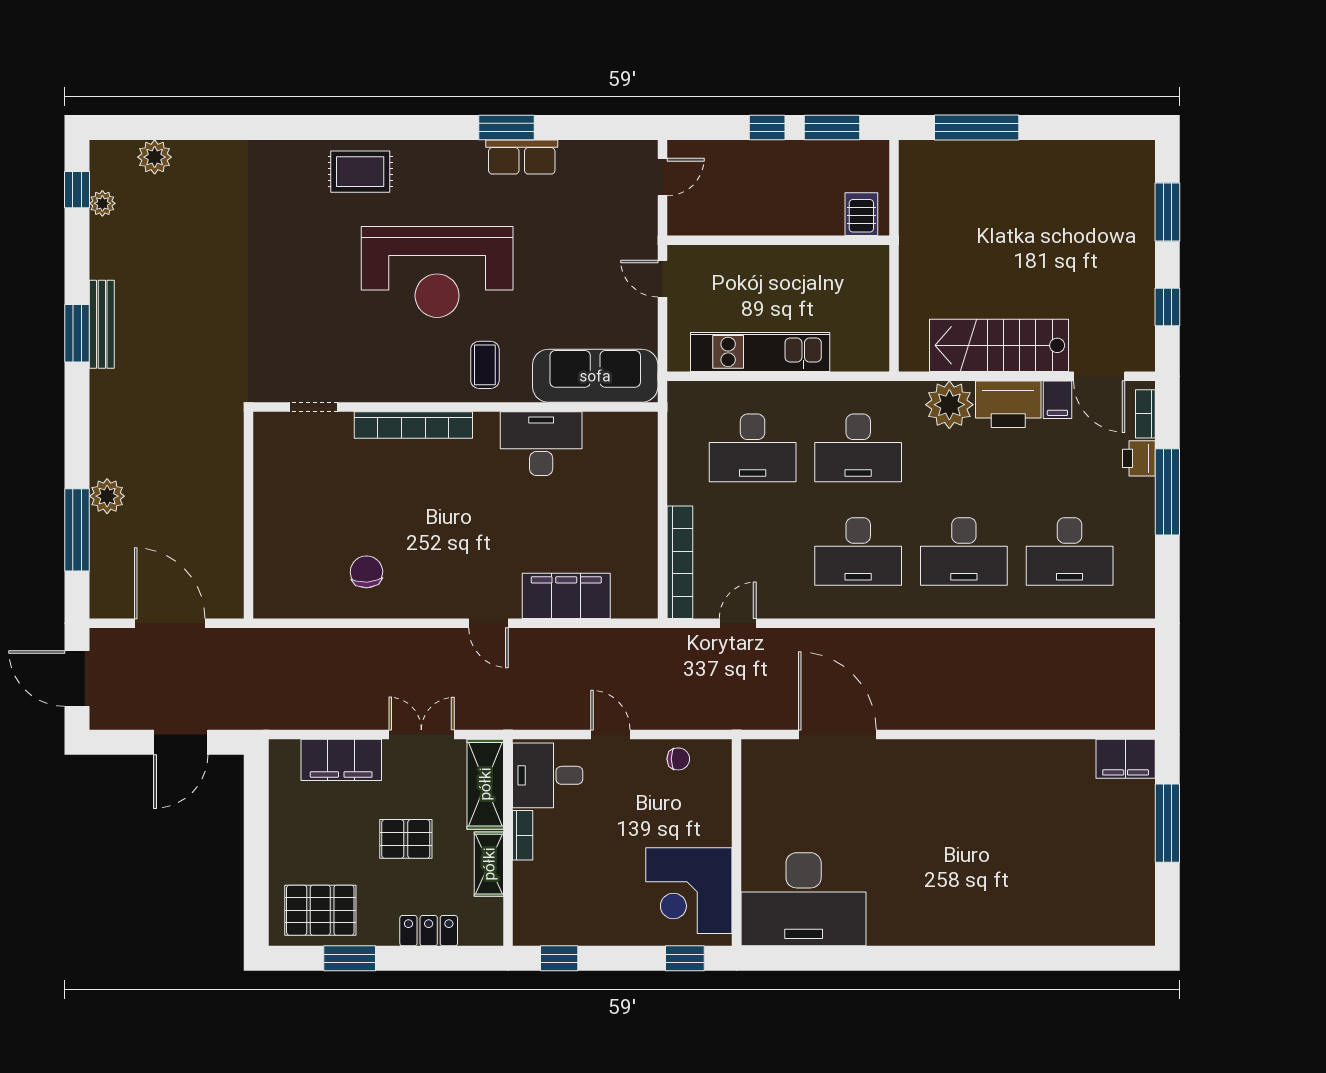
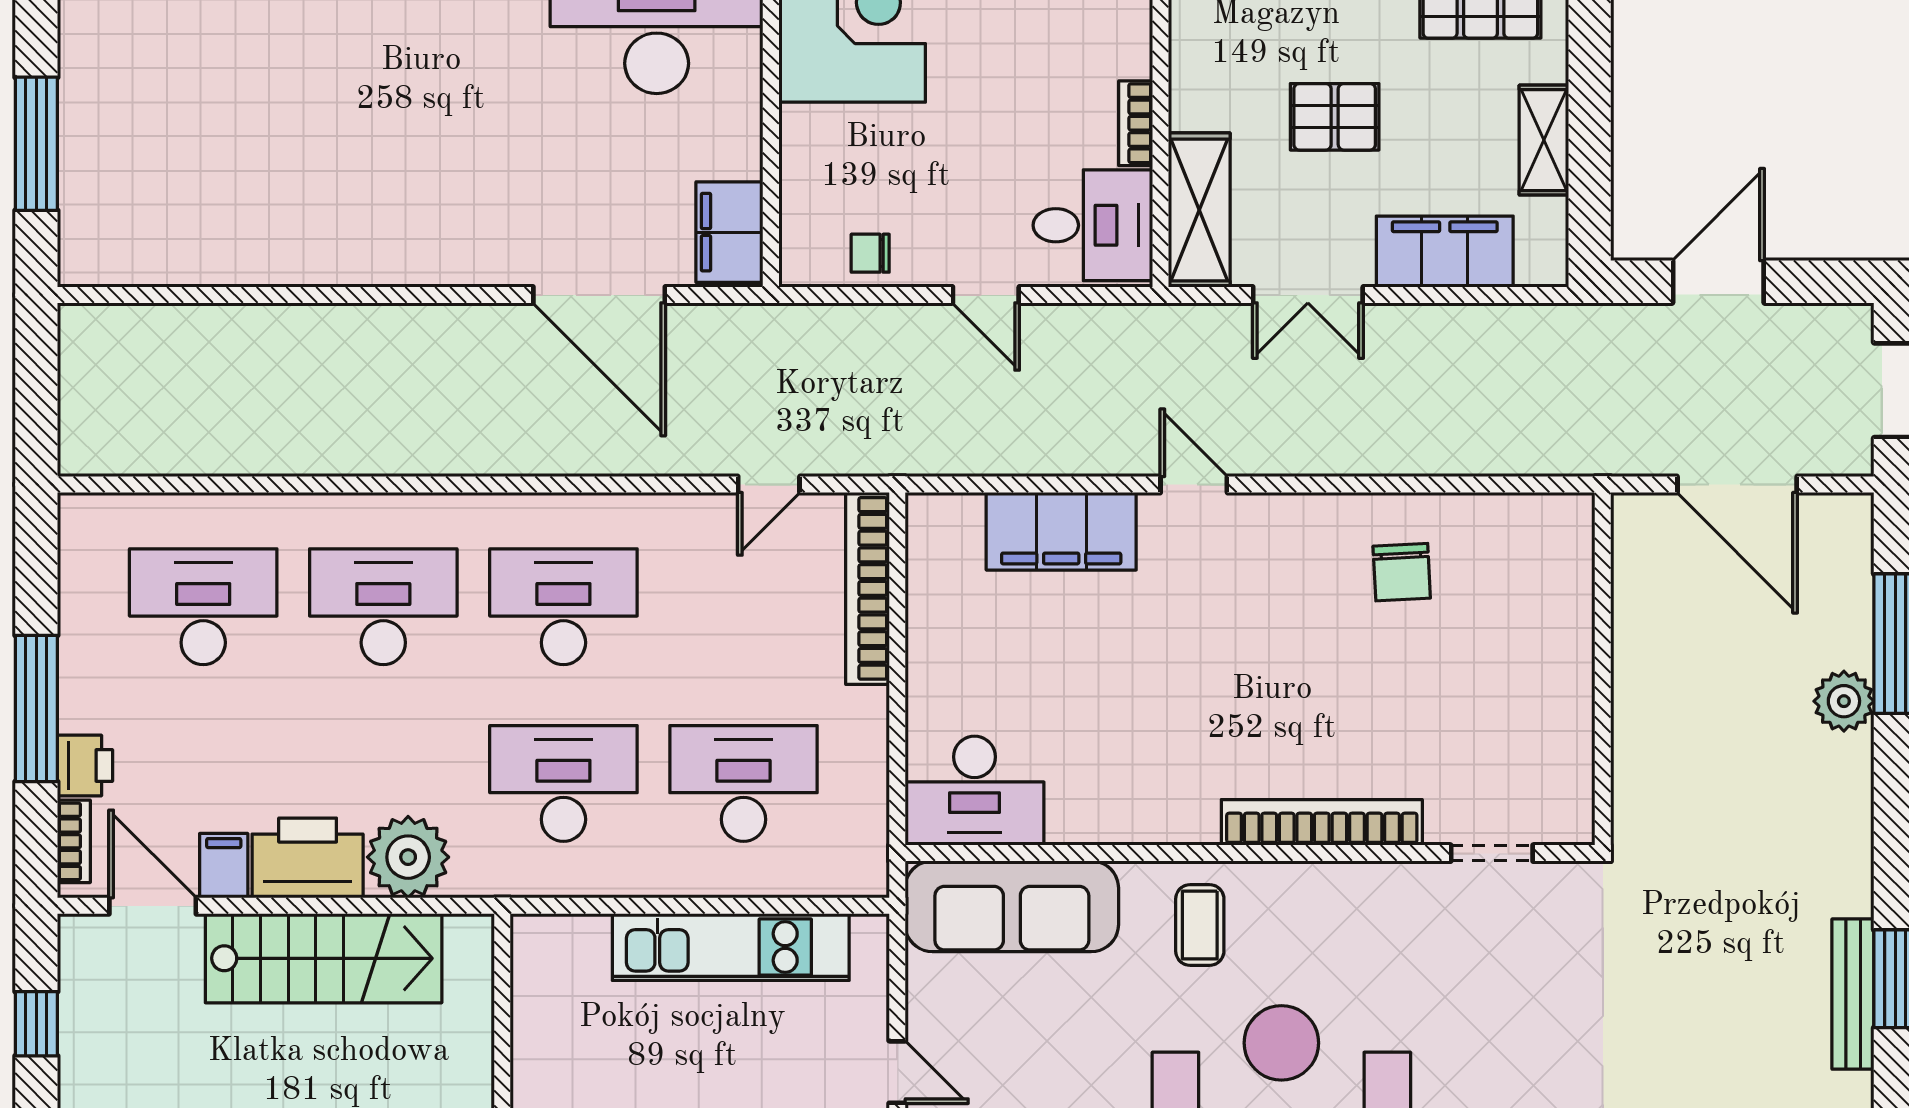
desk: (541, 444) -> (975, 791), moved
filing cabinet: (1126, 759) -> (729, 232), moved, turned -90
shelving: (489, 864) -> (1544, 140), moved

